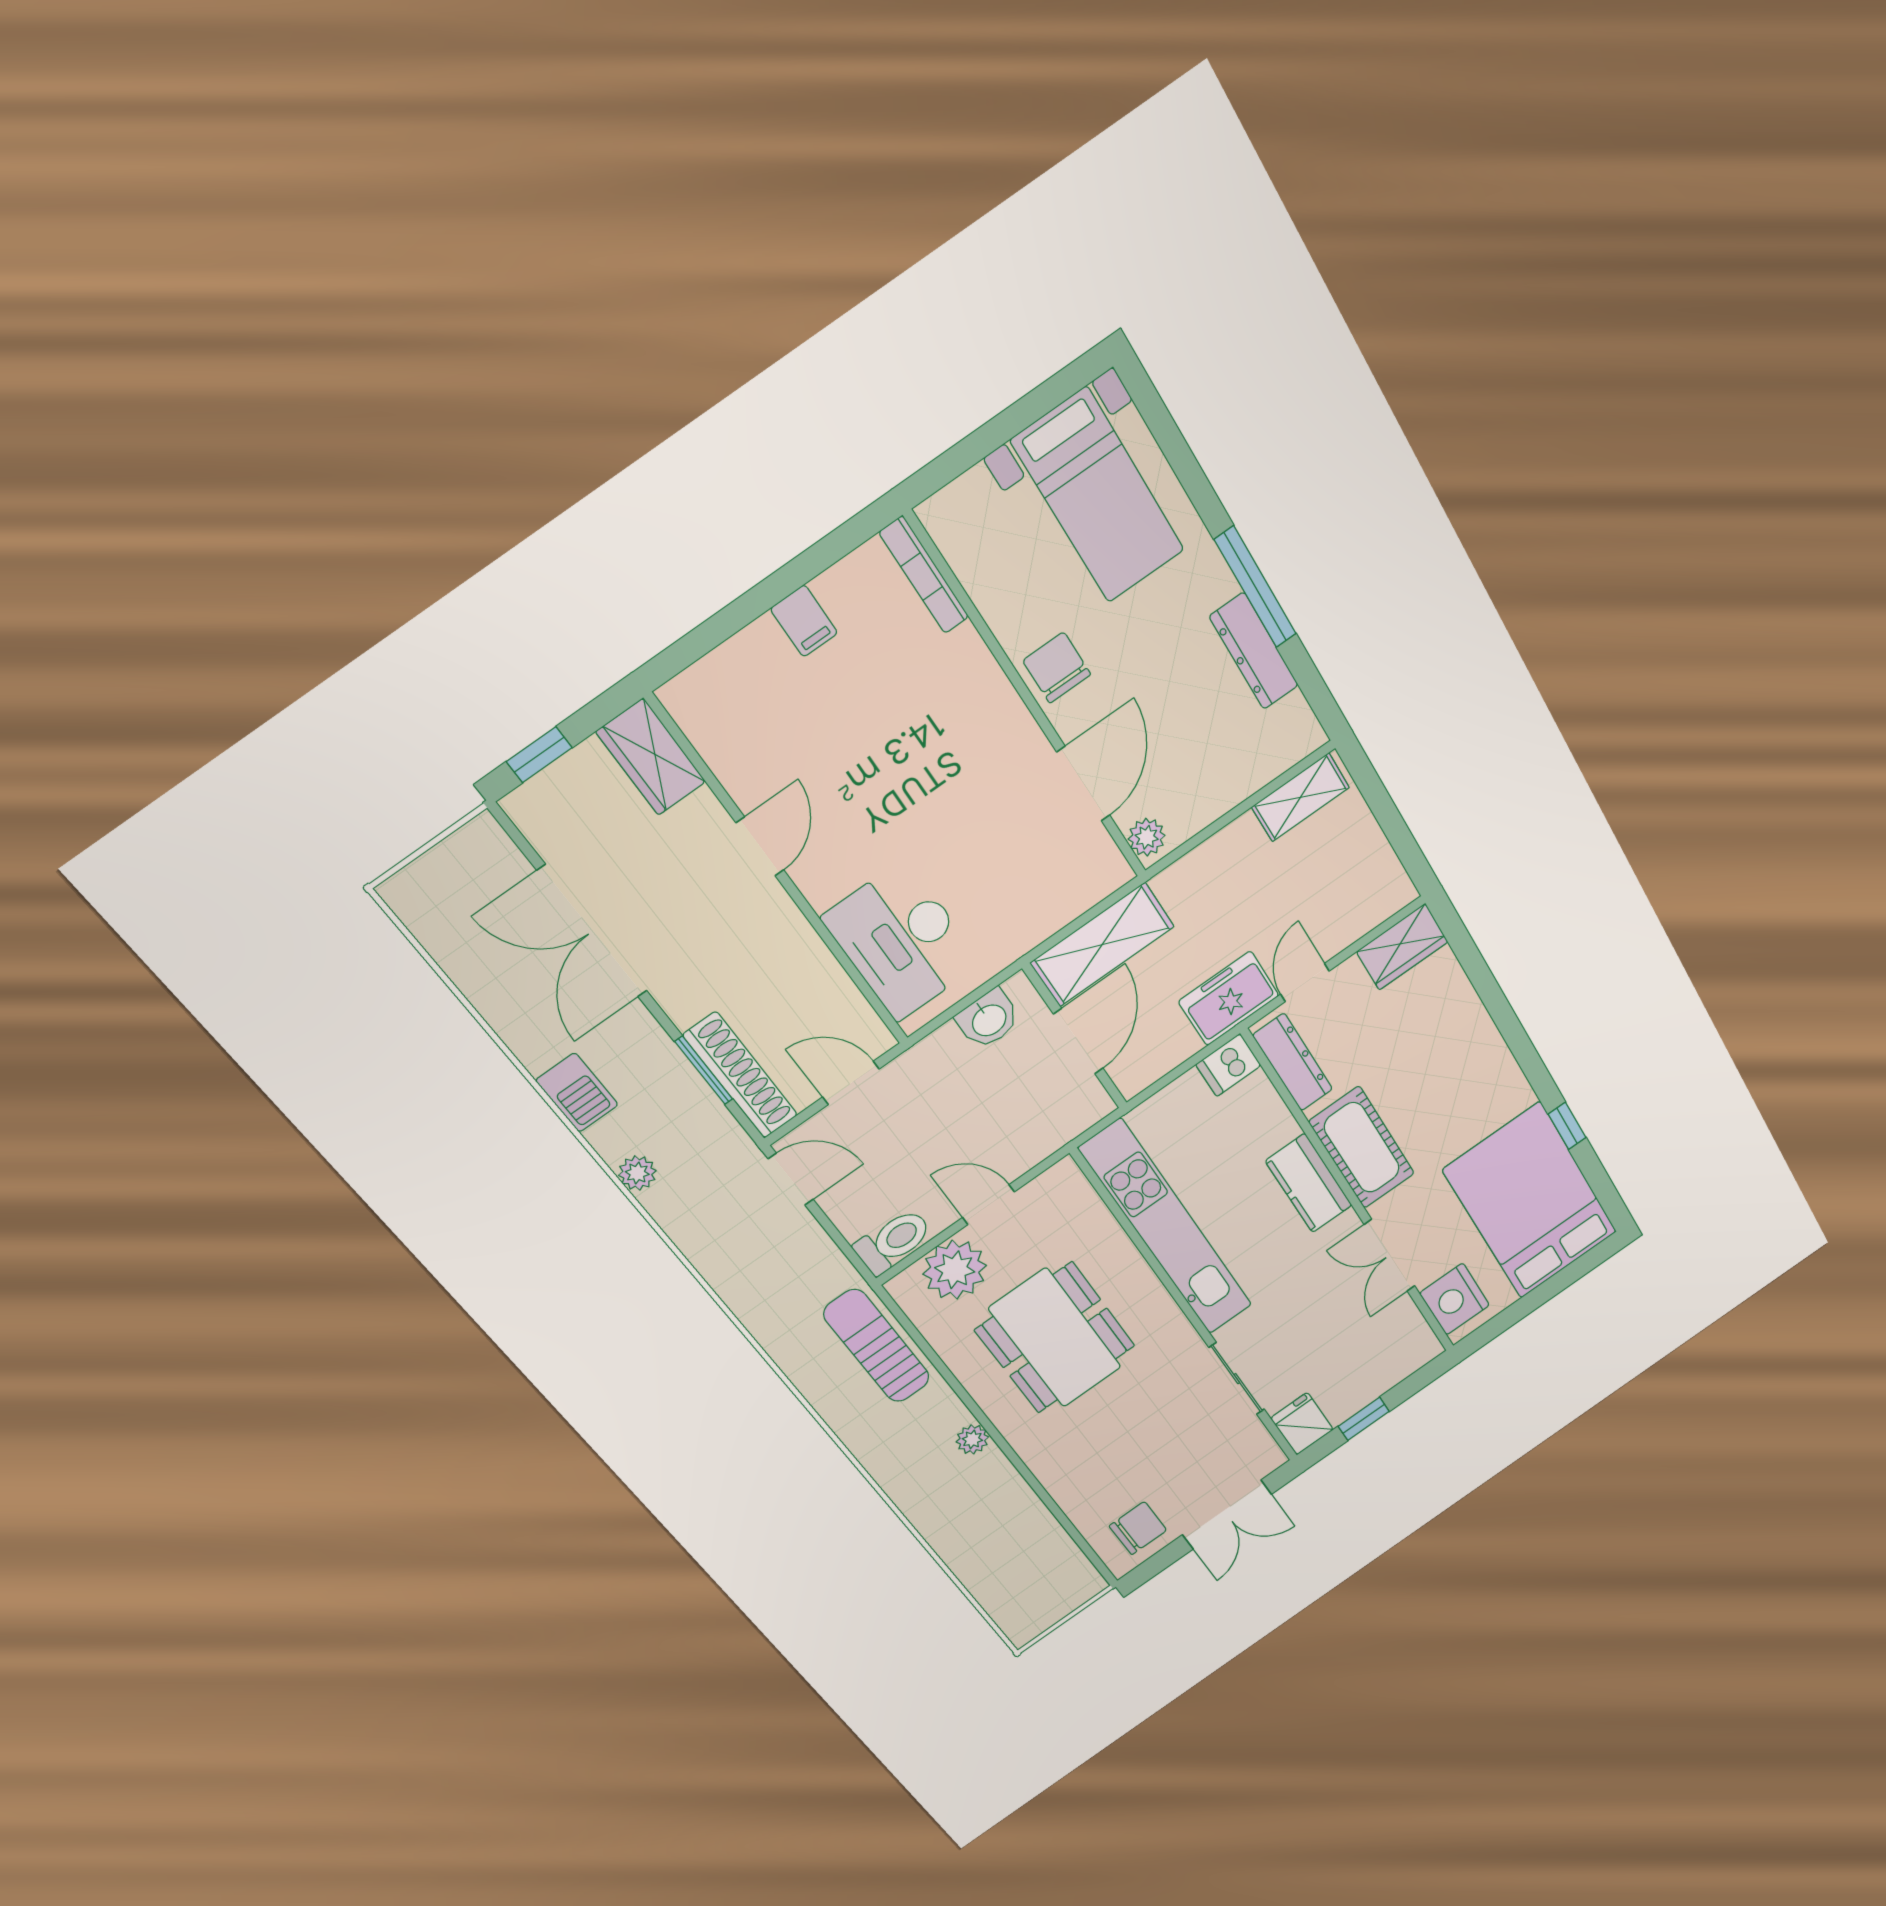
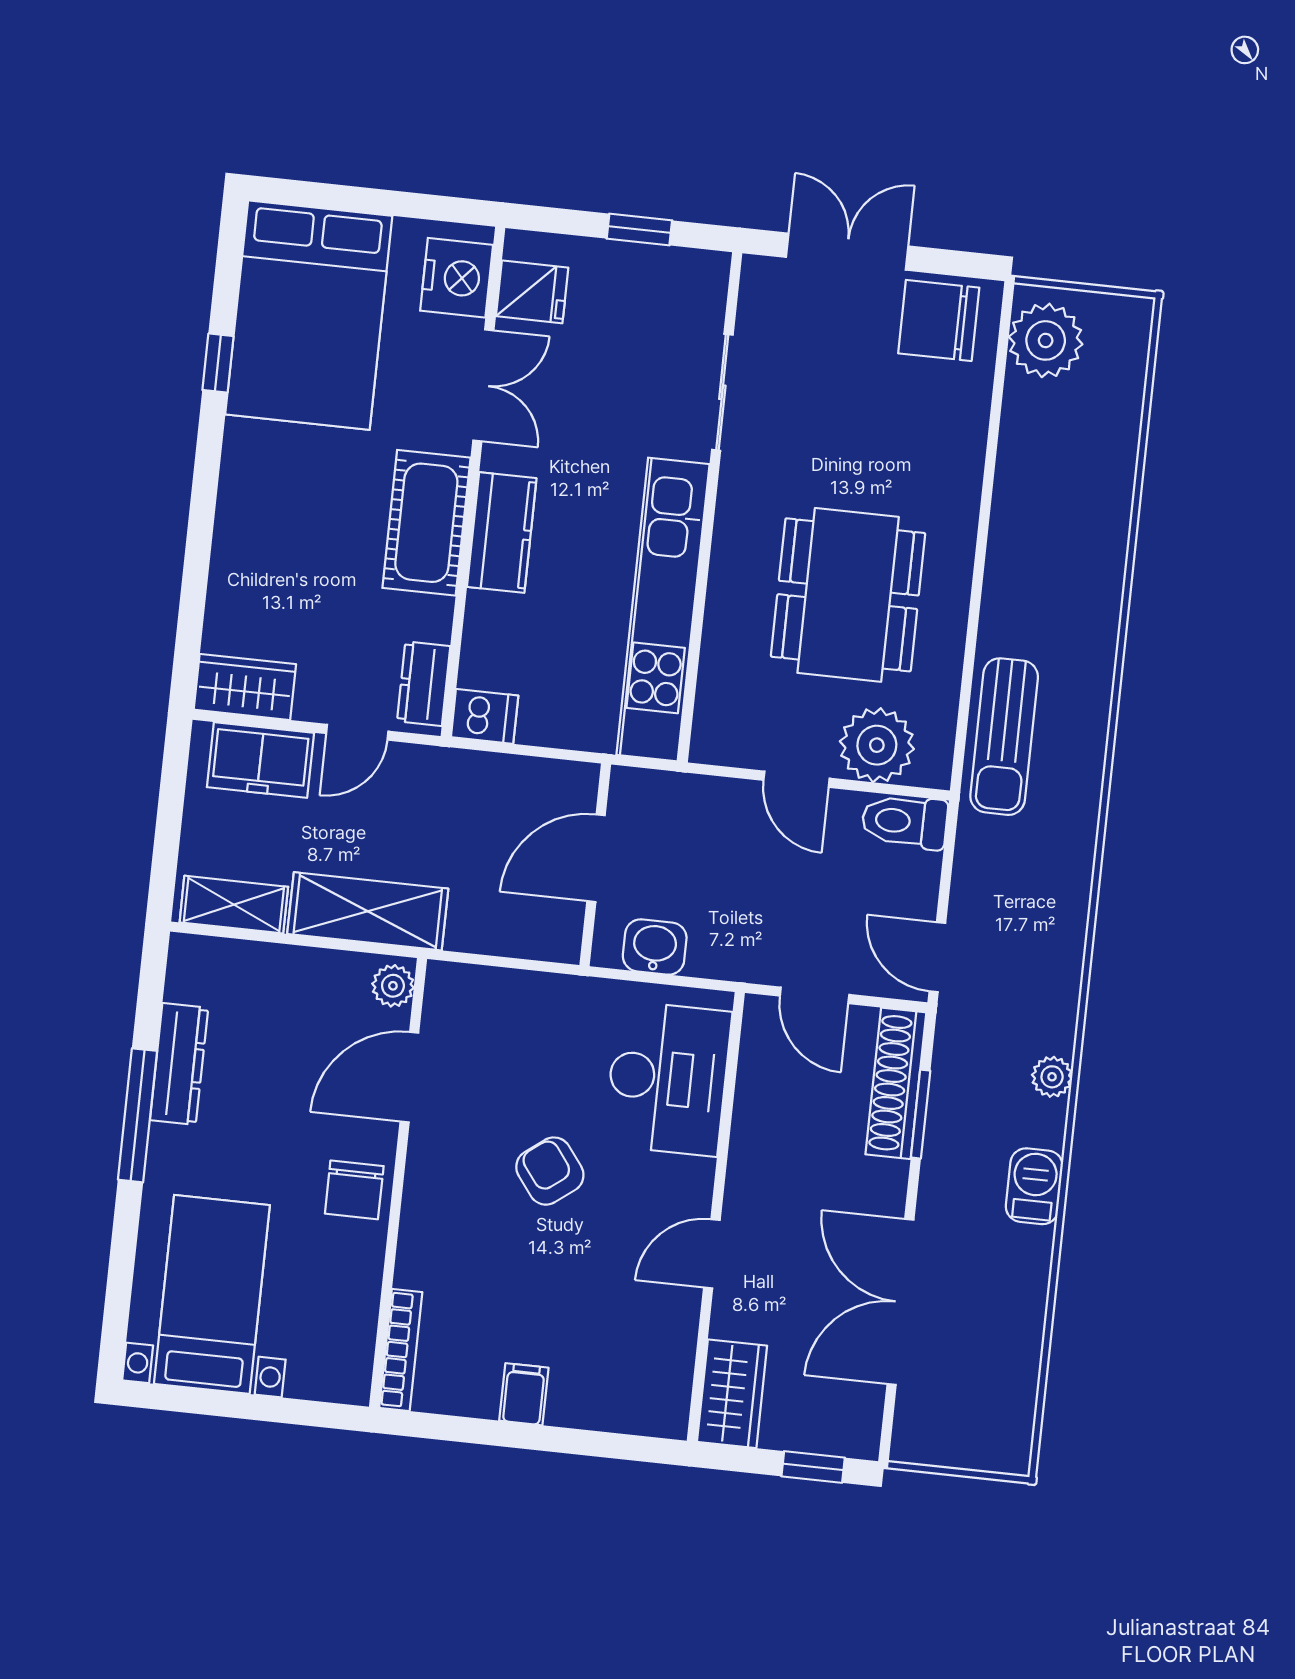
armchair: (928, 804) -> (550, 1171), added
double door: (592, 931) -> (900, 1302), swing flipped
shelving: (1102, 945) -> (368, 911), moved
freezer: (1229, 998) -> (260, 760), moved
dresser: (1293, 1062) -> (424, 684), width x0.70
fridge: (1302, 1424) -> (532, 292), moved, turned -90
plant: (972, 1439) -> (1046, 340), moved, width x1.88, depth x1.88
chair: (1138, 1528) -> (939, 320), width x1.37, depth x1.37

